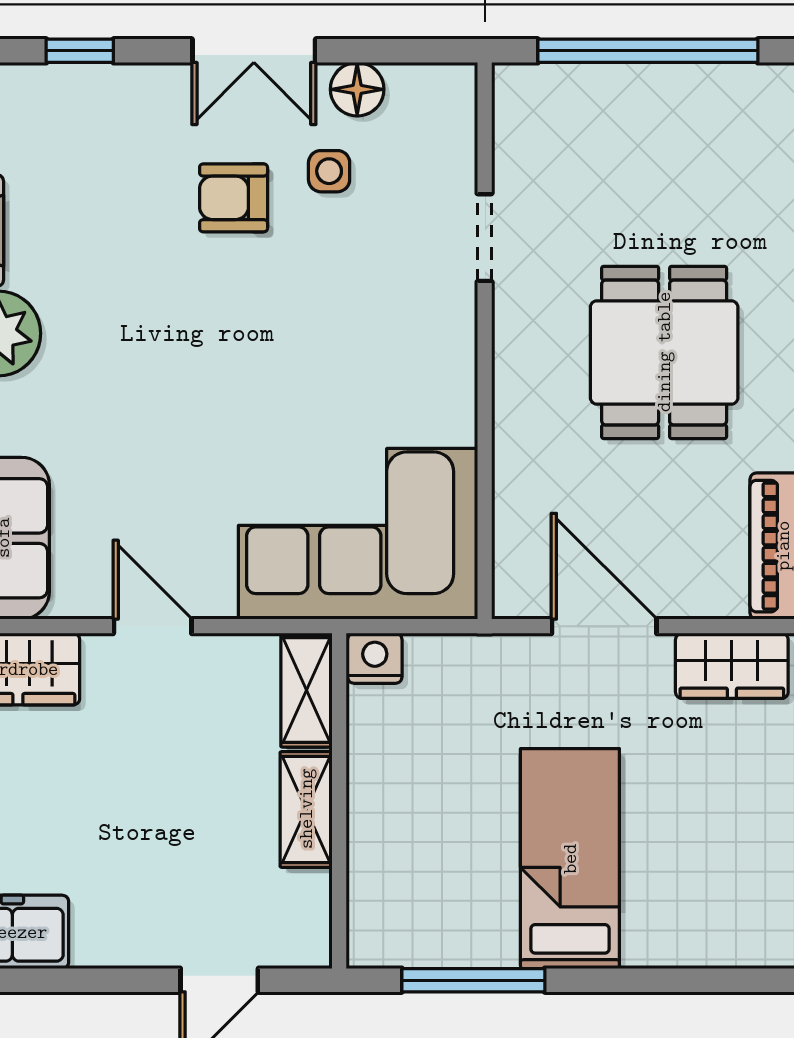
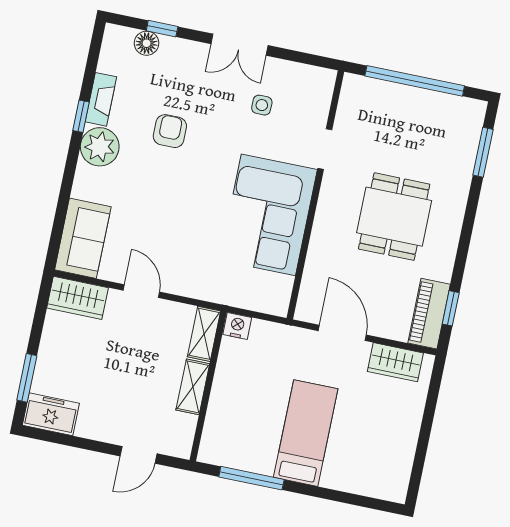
floor lamp: (357, 89) -> (147, 43), moved
armchair: (234, 198) -> (170, 131), moved, turned 90
corner sofa: (358, 534) -> (268, 215), moved, turned -90

